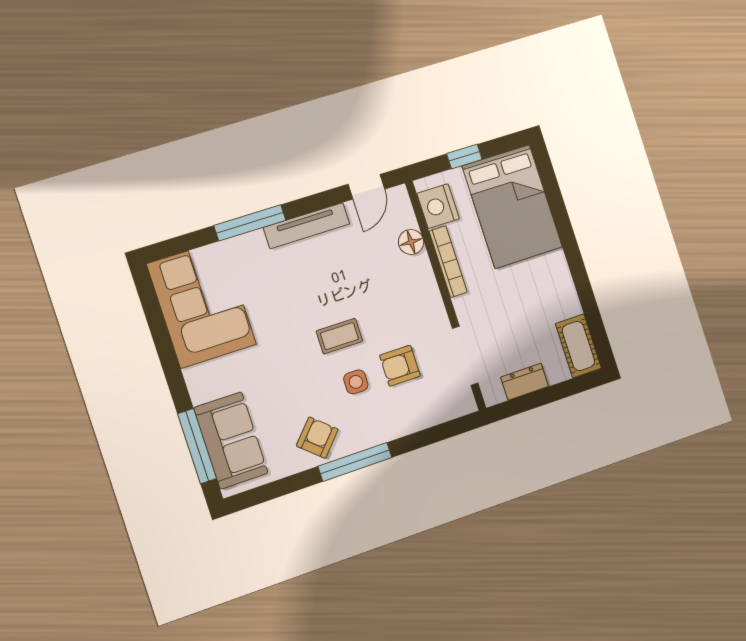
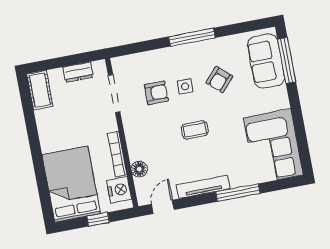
coffee table: (339, 336) -> (195, 130), moved
armchair: (317, 438) -> (219, 80), moved

